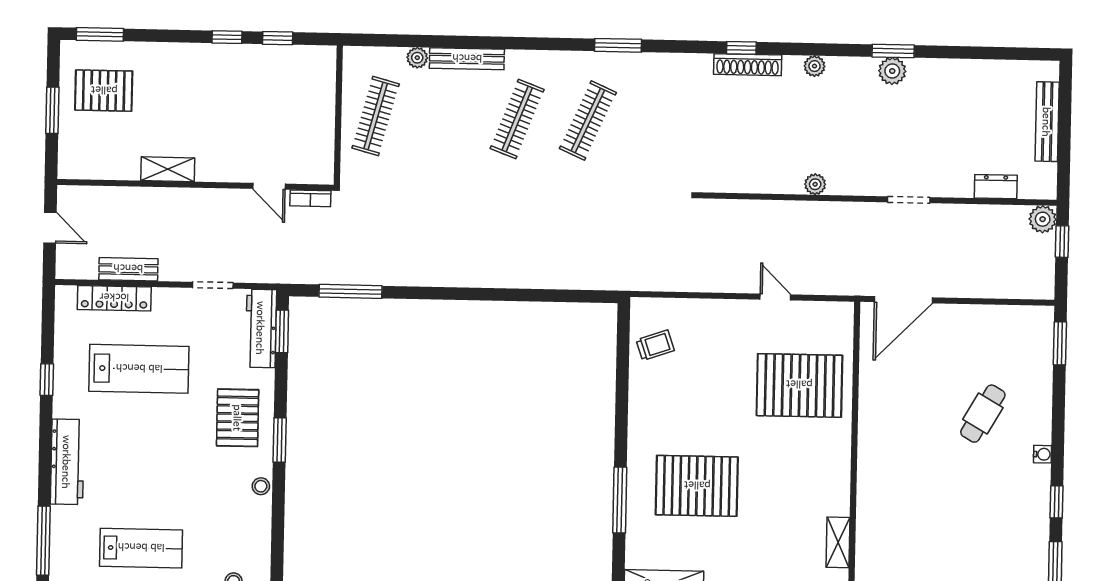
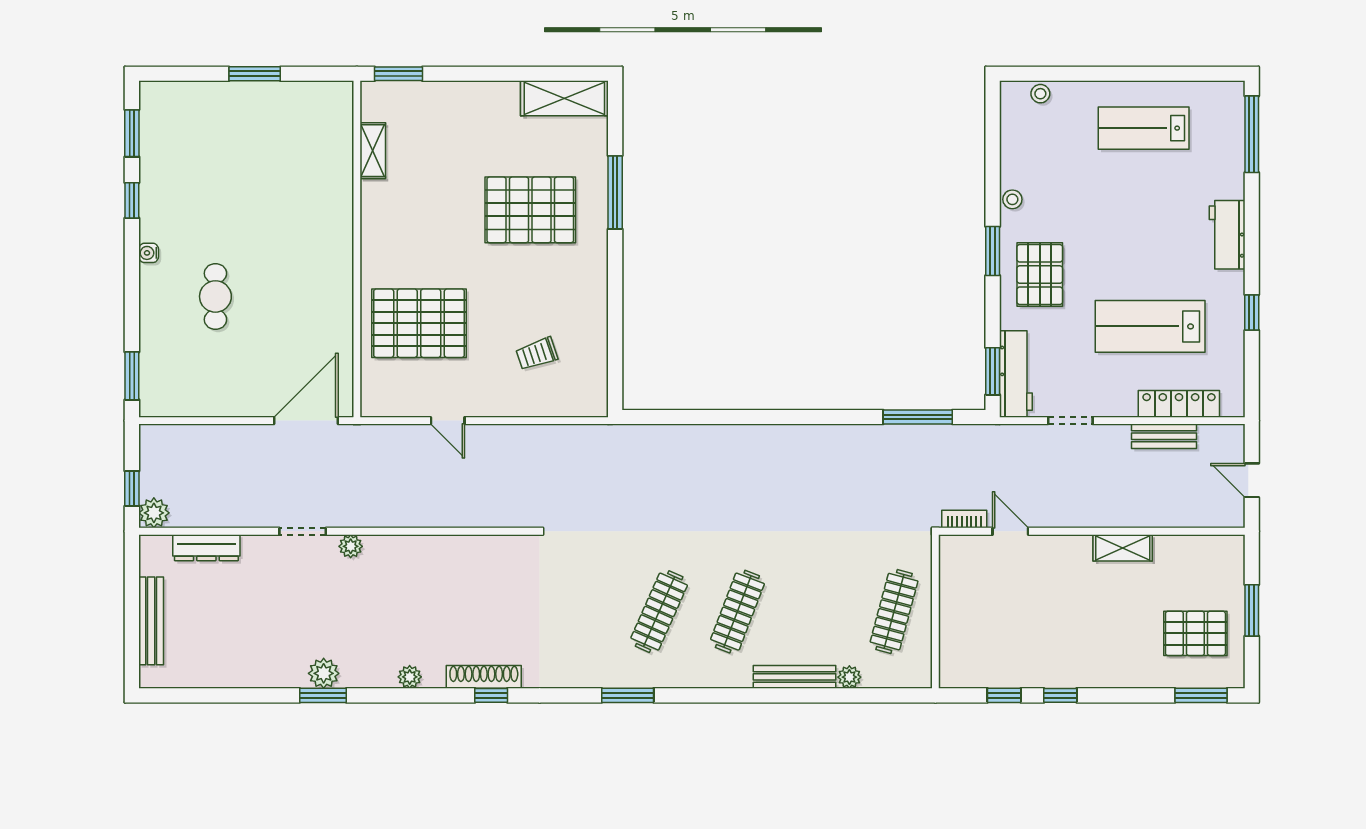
plant: (815, 184) -> (351, 546), moved
dresser: (996, 187) -> (206, 548), width x1.44
trolley: (655, 345) -> (537, 354), moved
cafe table: (983, 414) -> (215, 296), turned -30
workbench: (67, 462) -> (1227, 235), width x0.73

